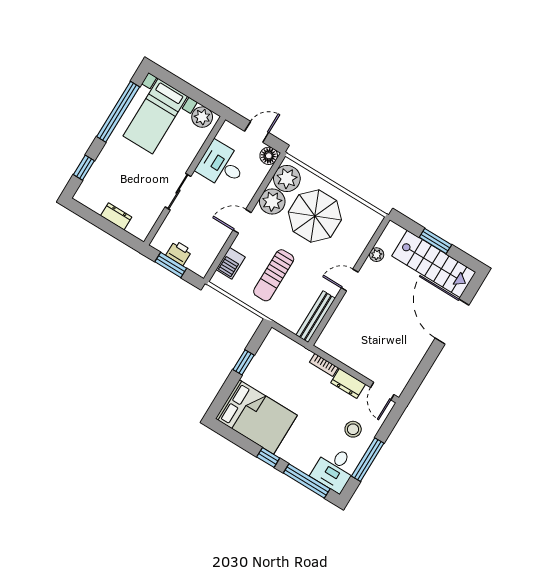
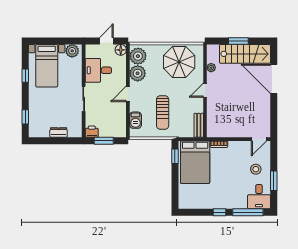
window: (118, 112) -> (25, 76), width x0.32
parasol: (315, 216) -> (179, 62), moved
printer: (179, 253) -> (92, 132), moved
bench: (316, 317) -> (199, 125), width x0.73
window: (244, 362) -> (175, 156), moved
dresser: (348, 383) -> (238, 146), removed
door: (382, 391) -> (259, 139), hinge flipped
bed: (256, 417) -> (195, 162), moved, turned 90
window: (368, 460) -> (274, 181), width x0.69

